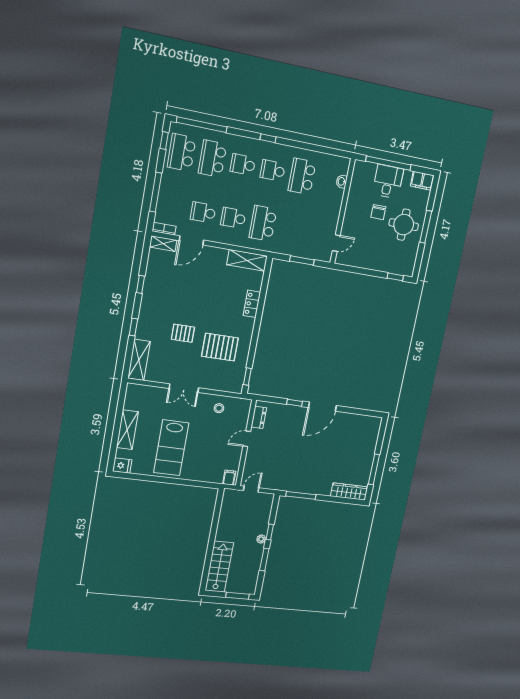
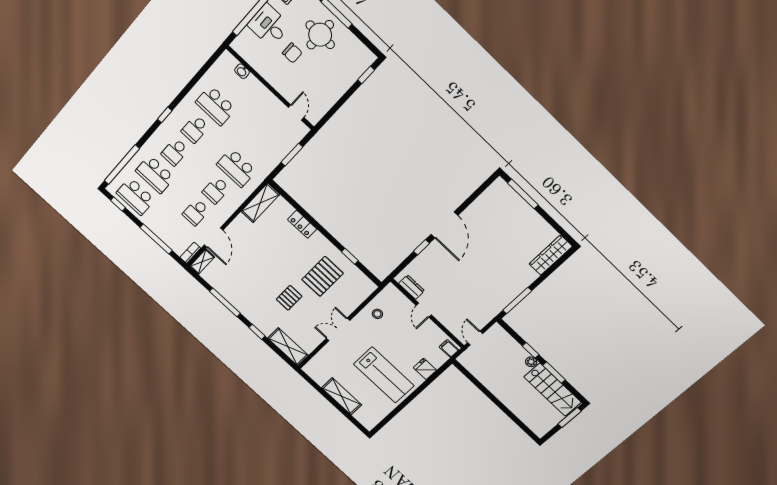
window: (140, 284) -> (225, 302), width x2.17
window: (247, 376) -> (350, 256), moved
double door: (184, 388) -> (338, 329), swing flipped
fridge: (122, 466) -> (425, 369), moved, turned -90
window: (374, 469) -> (523, 194), moved
stairs: (219, 567) -> (553, 390), moved, turned 180

